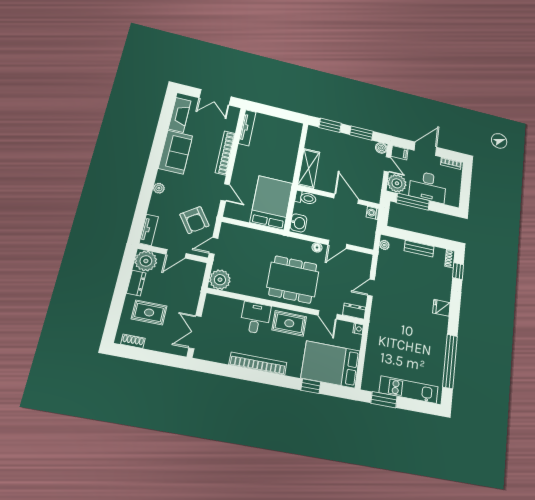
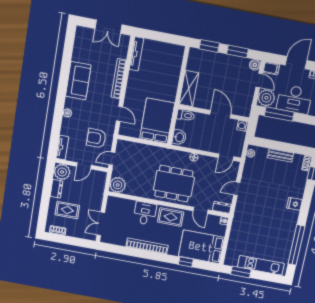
fireplace: (180, 115) -> (80, 46), removed
armchair: (194, 220) -> (96, 138), turned 125
door: (337, 244) -> (226, 157), moved

